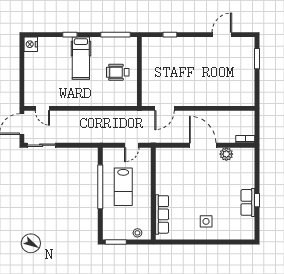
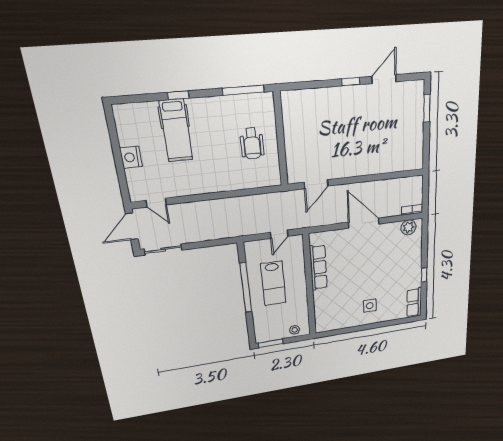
window: (170, 35) -> (351, 82), moved
nightstand: (31, 44) -> (131, 157), moved
hospital bed: (81, 58) -> (176, 131), moved
wheelchair: (118, 72) -> (252, 143), turned -90
plant: (226, 154) -> (408, 227), moved
row of seats: (248, 202) -> (414, 303), moved
row of seats: (162, 214) -> (318, 267), moved

